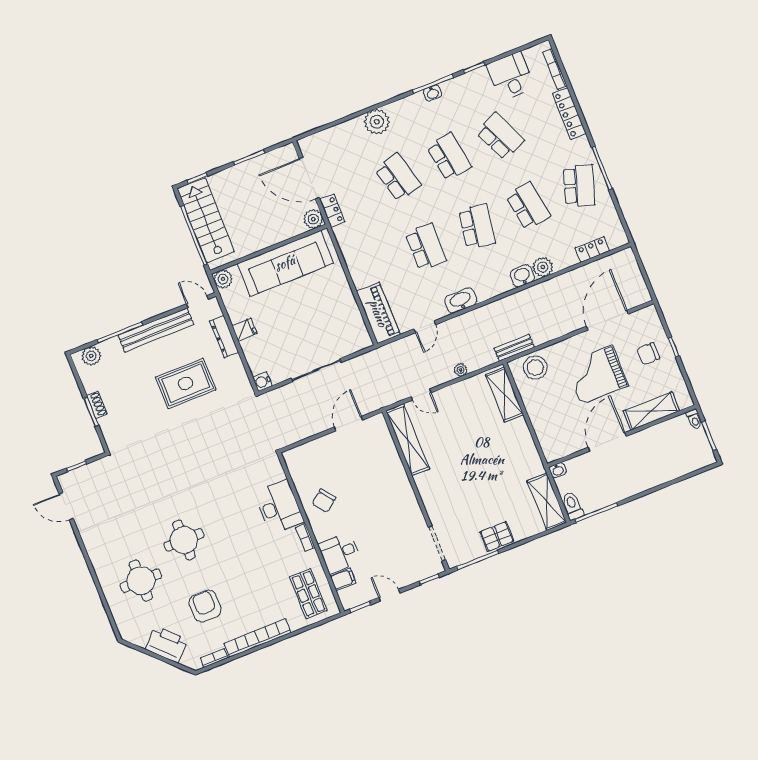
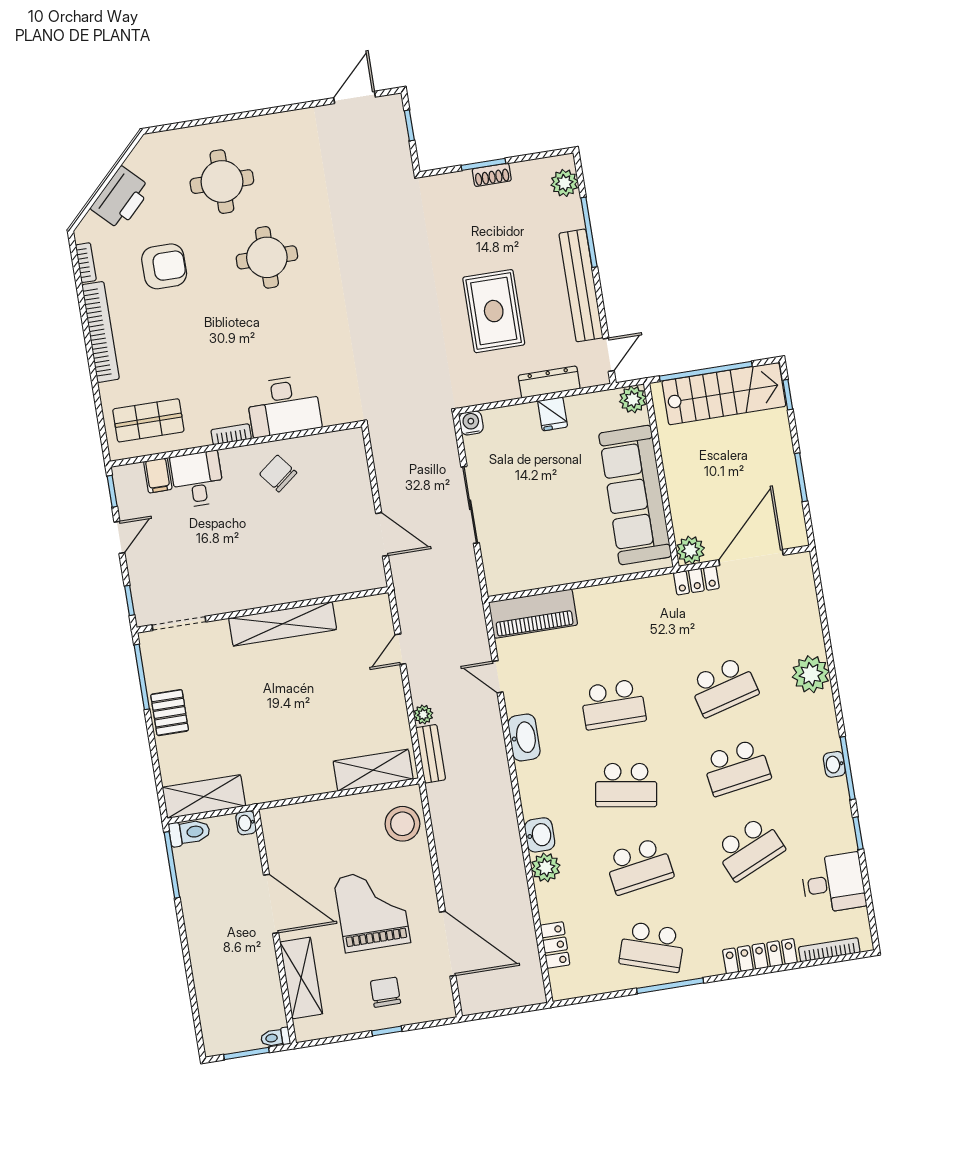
bench: (514, 348) -> (431, 754), moved
shelving: (408, 440) -> (283, 624), moved

